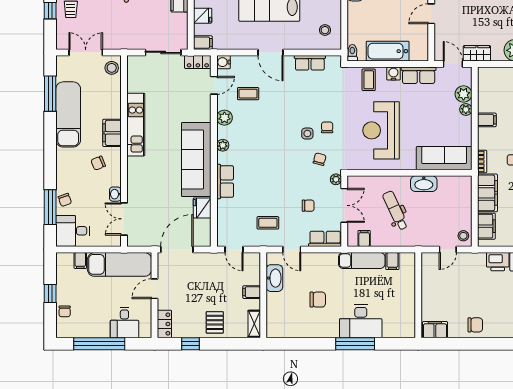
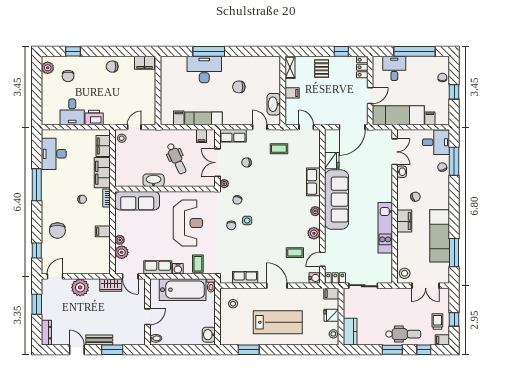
bathtub: (388, 51) -> (183, 290), width x1.36, depth x1.36

